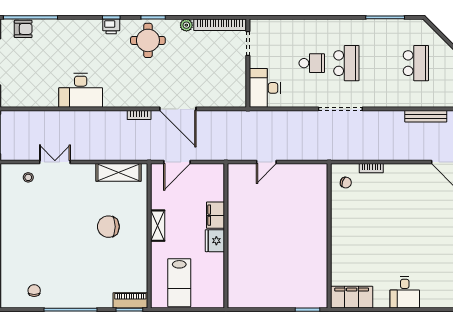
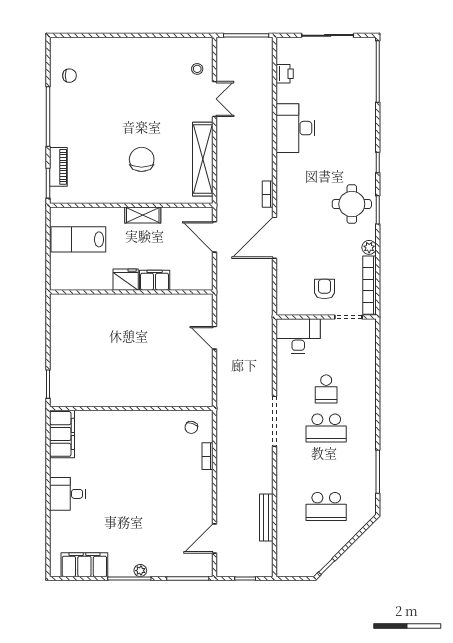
printer: (111, 26) -> (285, 74), moved, turned 180
armchair: (23, 29) -> (324, 289), moved, turned 180
shelving: (119, 172) -> (203, 159), width x1.47
piano: (130, 300) -> (58, 167), moved

